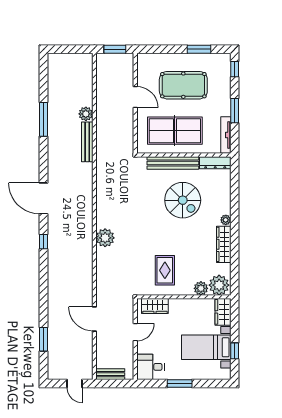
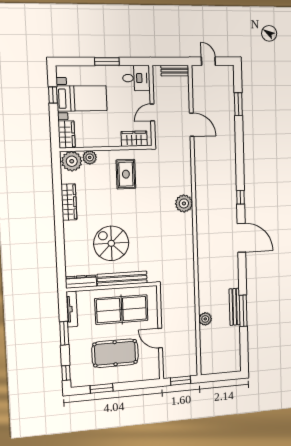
bench: (87, 142) -> (235, 307), moved
plant: (226, 220) -> (68, 226), removed

